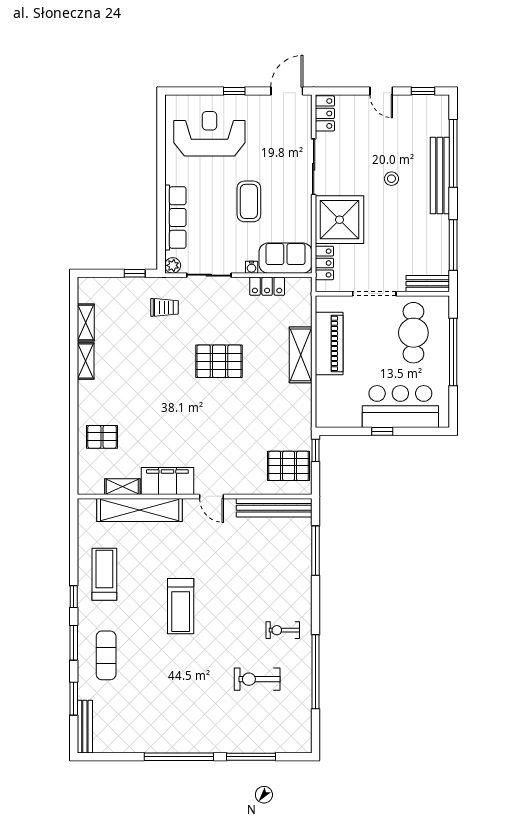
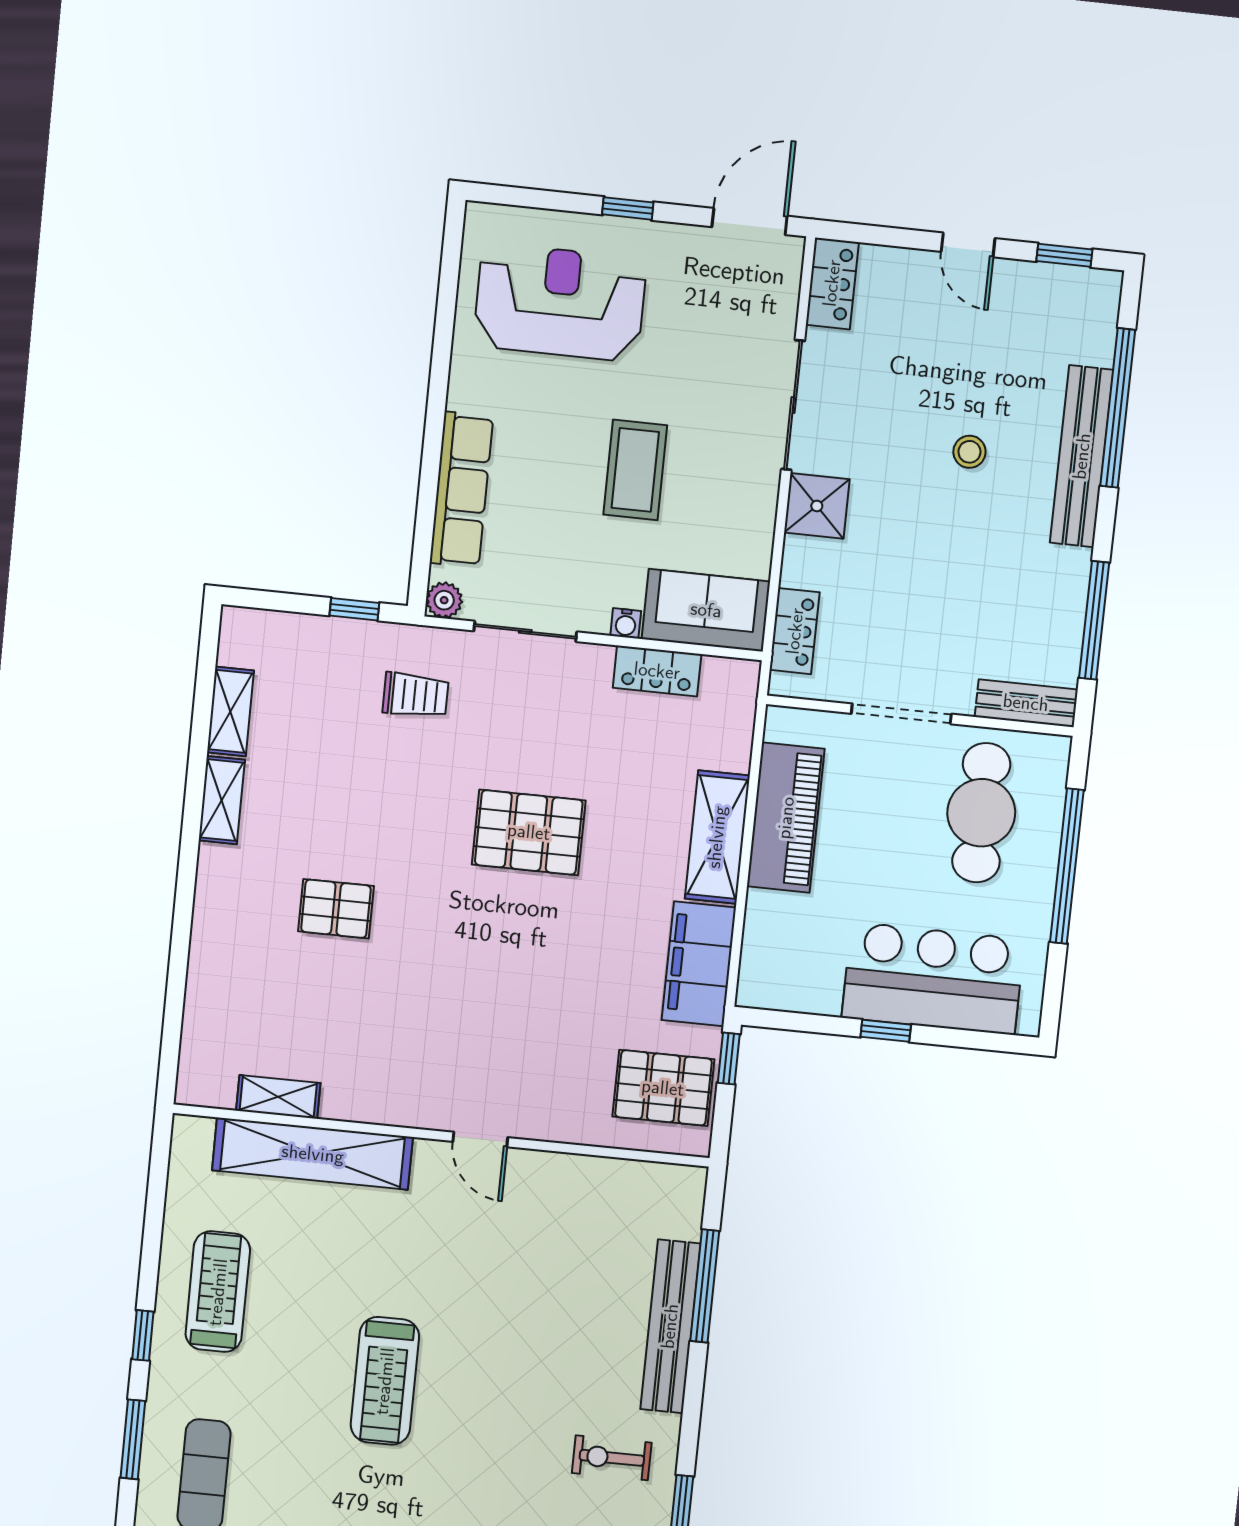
shower: (339, 220) -> (817, 506), width x0.54, depth x0.54
pallet: (102, 437) -> (336, 909), moved
filing cabinet: (167, 481) -> (699, 964), moved, turned -90
bench: (274, 508) -> (670, 1326), moved, turned 90

